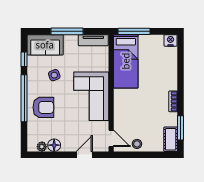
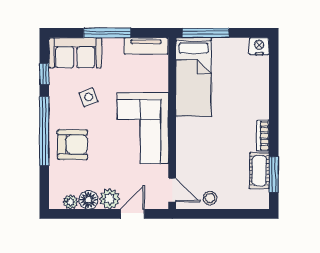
cot: (171, 139) -> (259, 171), moved
plant: (69, 144) -> (110, 199), added

